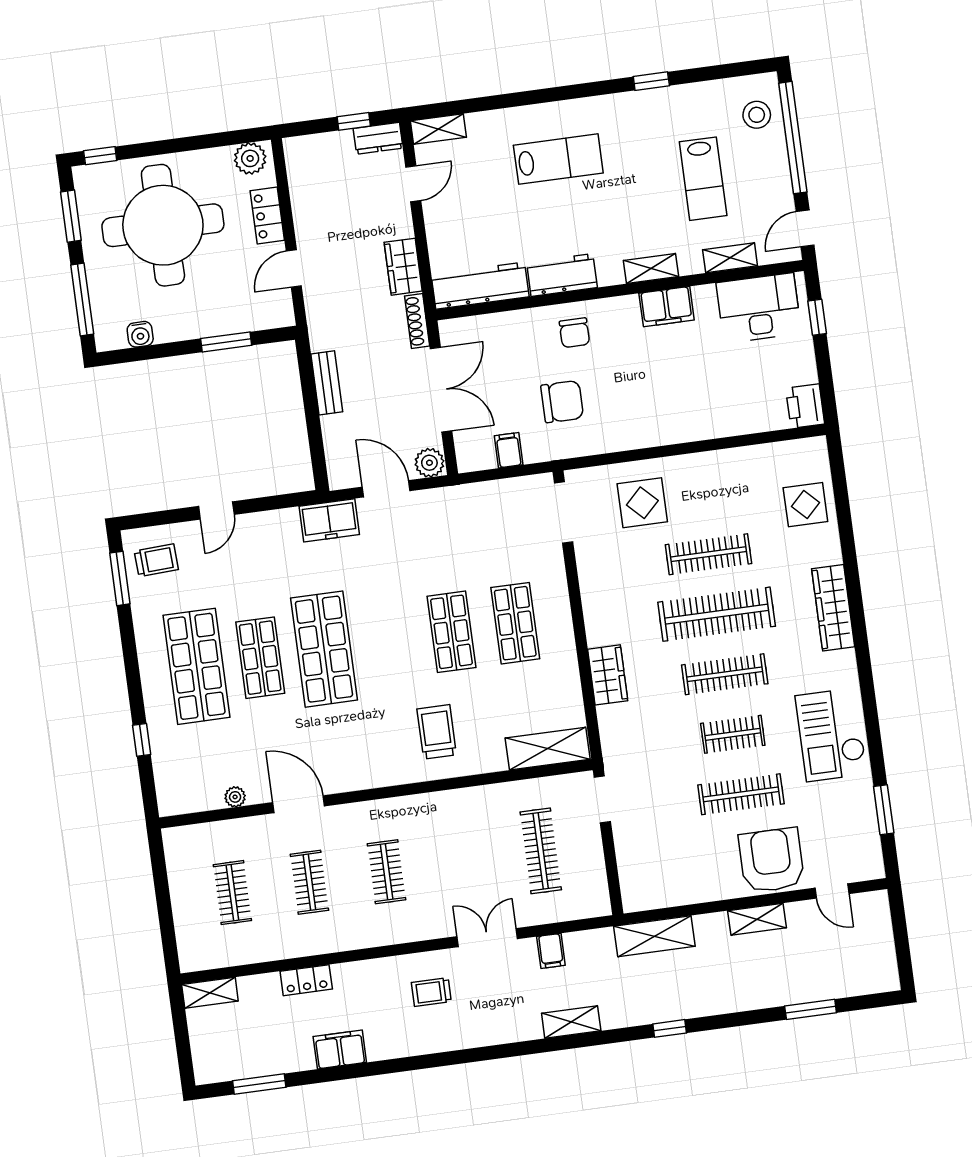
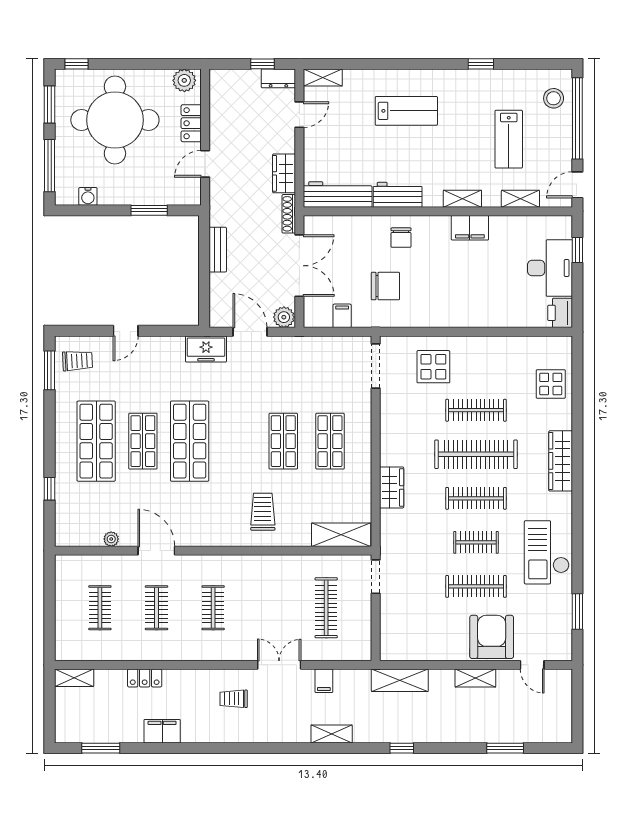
desk: (759, 308) -> (550, 268), moved, turned 90

